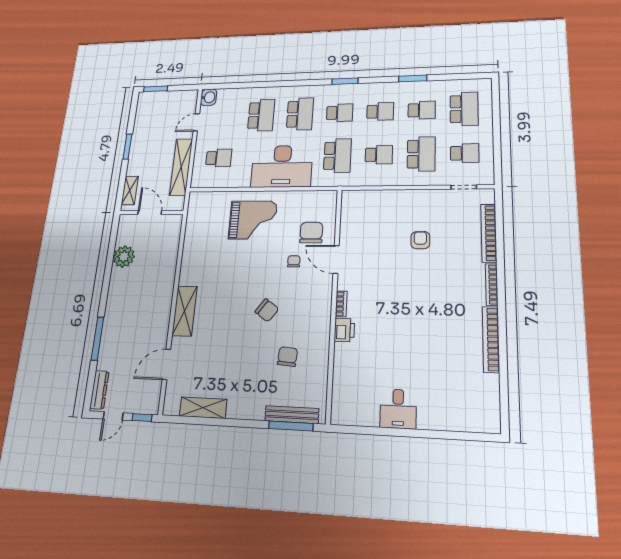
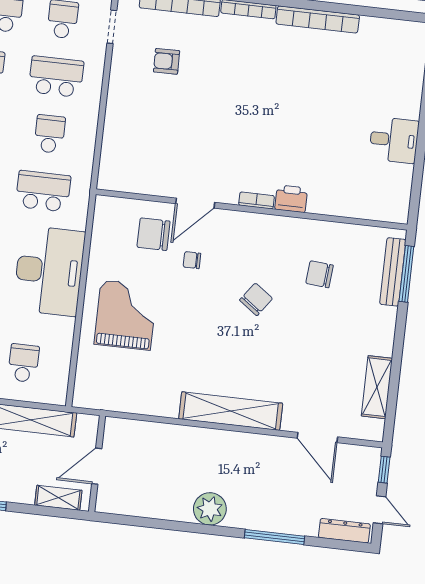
armchair: (420, 240) -> (167, 61), moved
plant: (124, 257) -> (210, 509), moved
shelving: (185, 311) -> (231, 411), width x1.47

